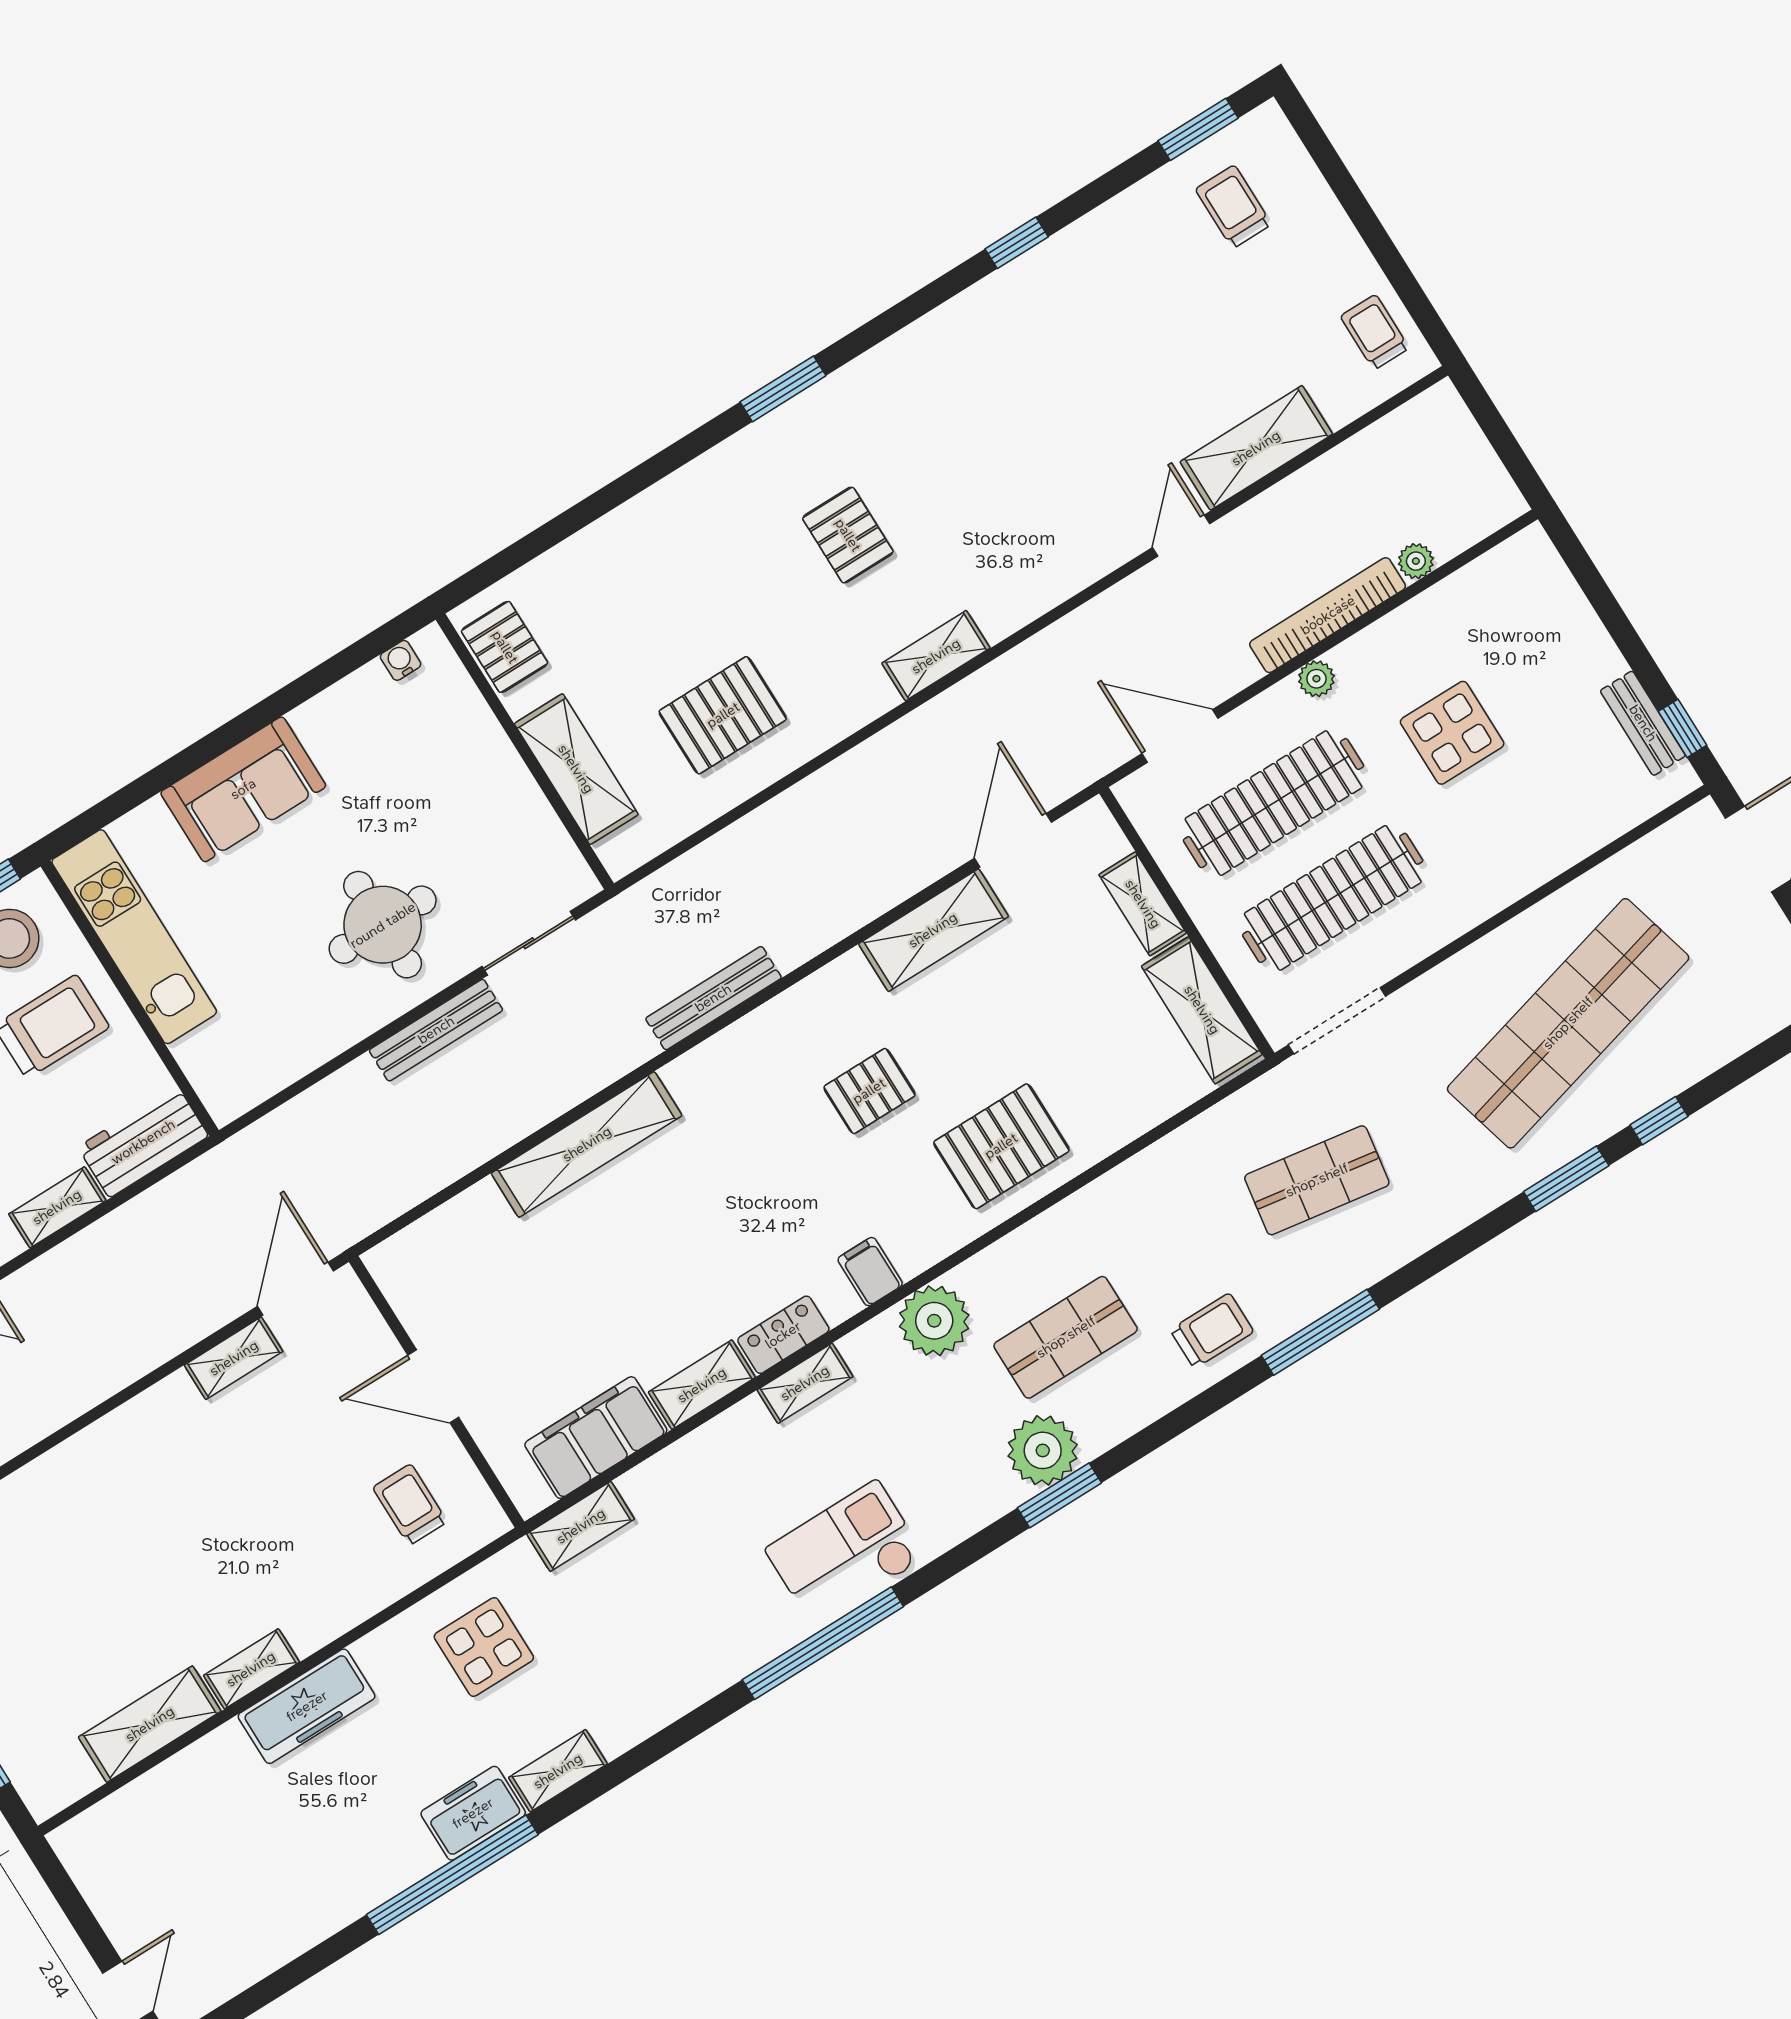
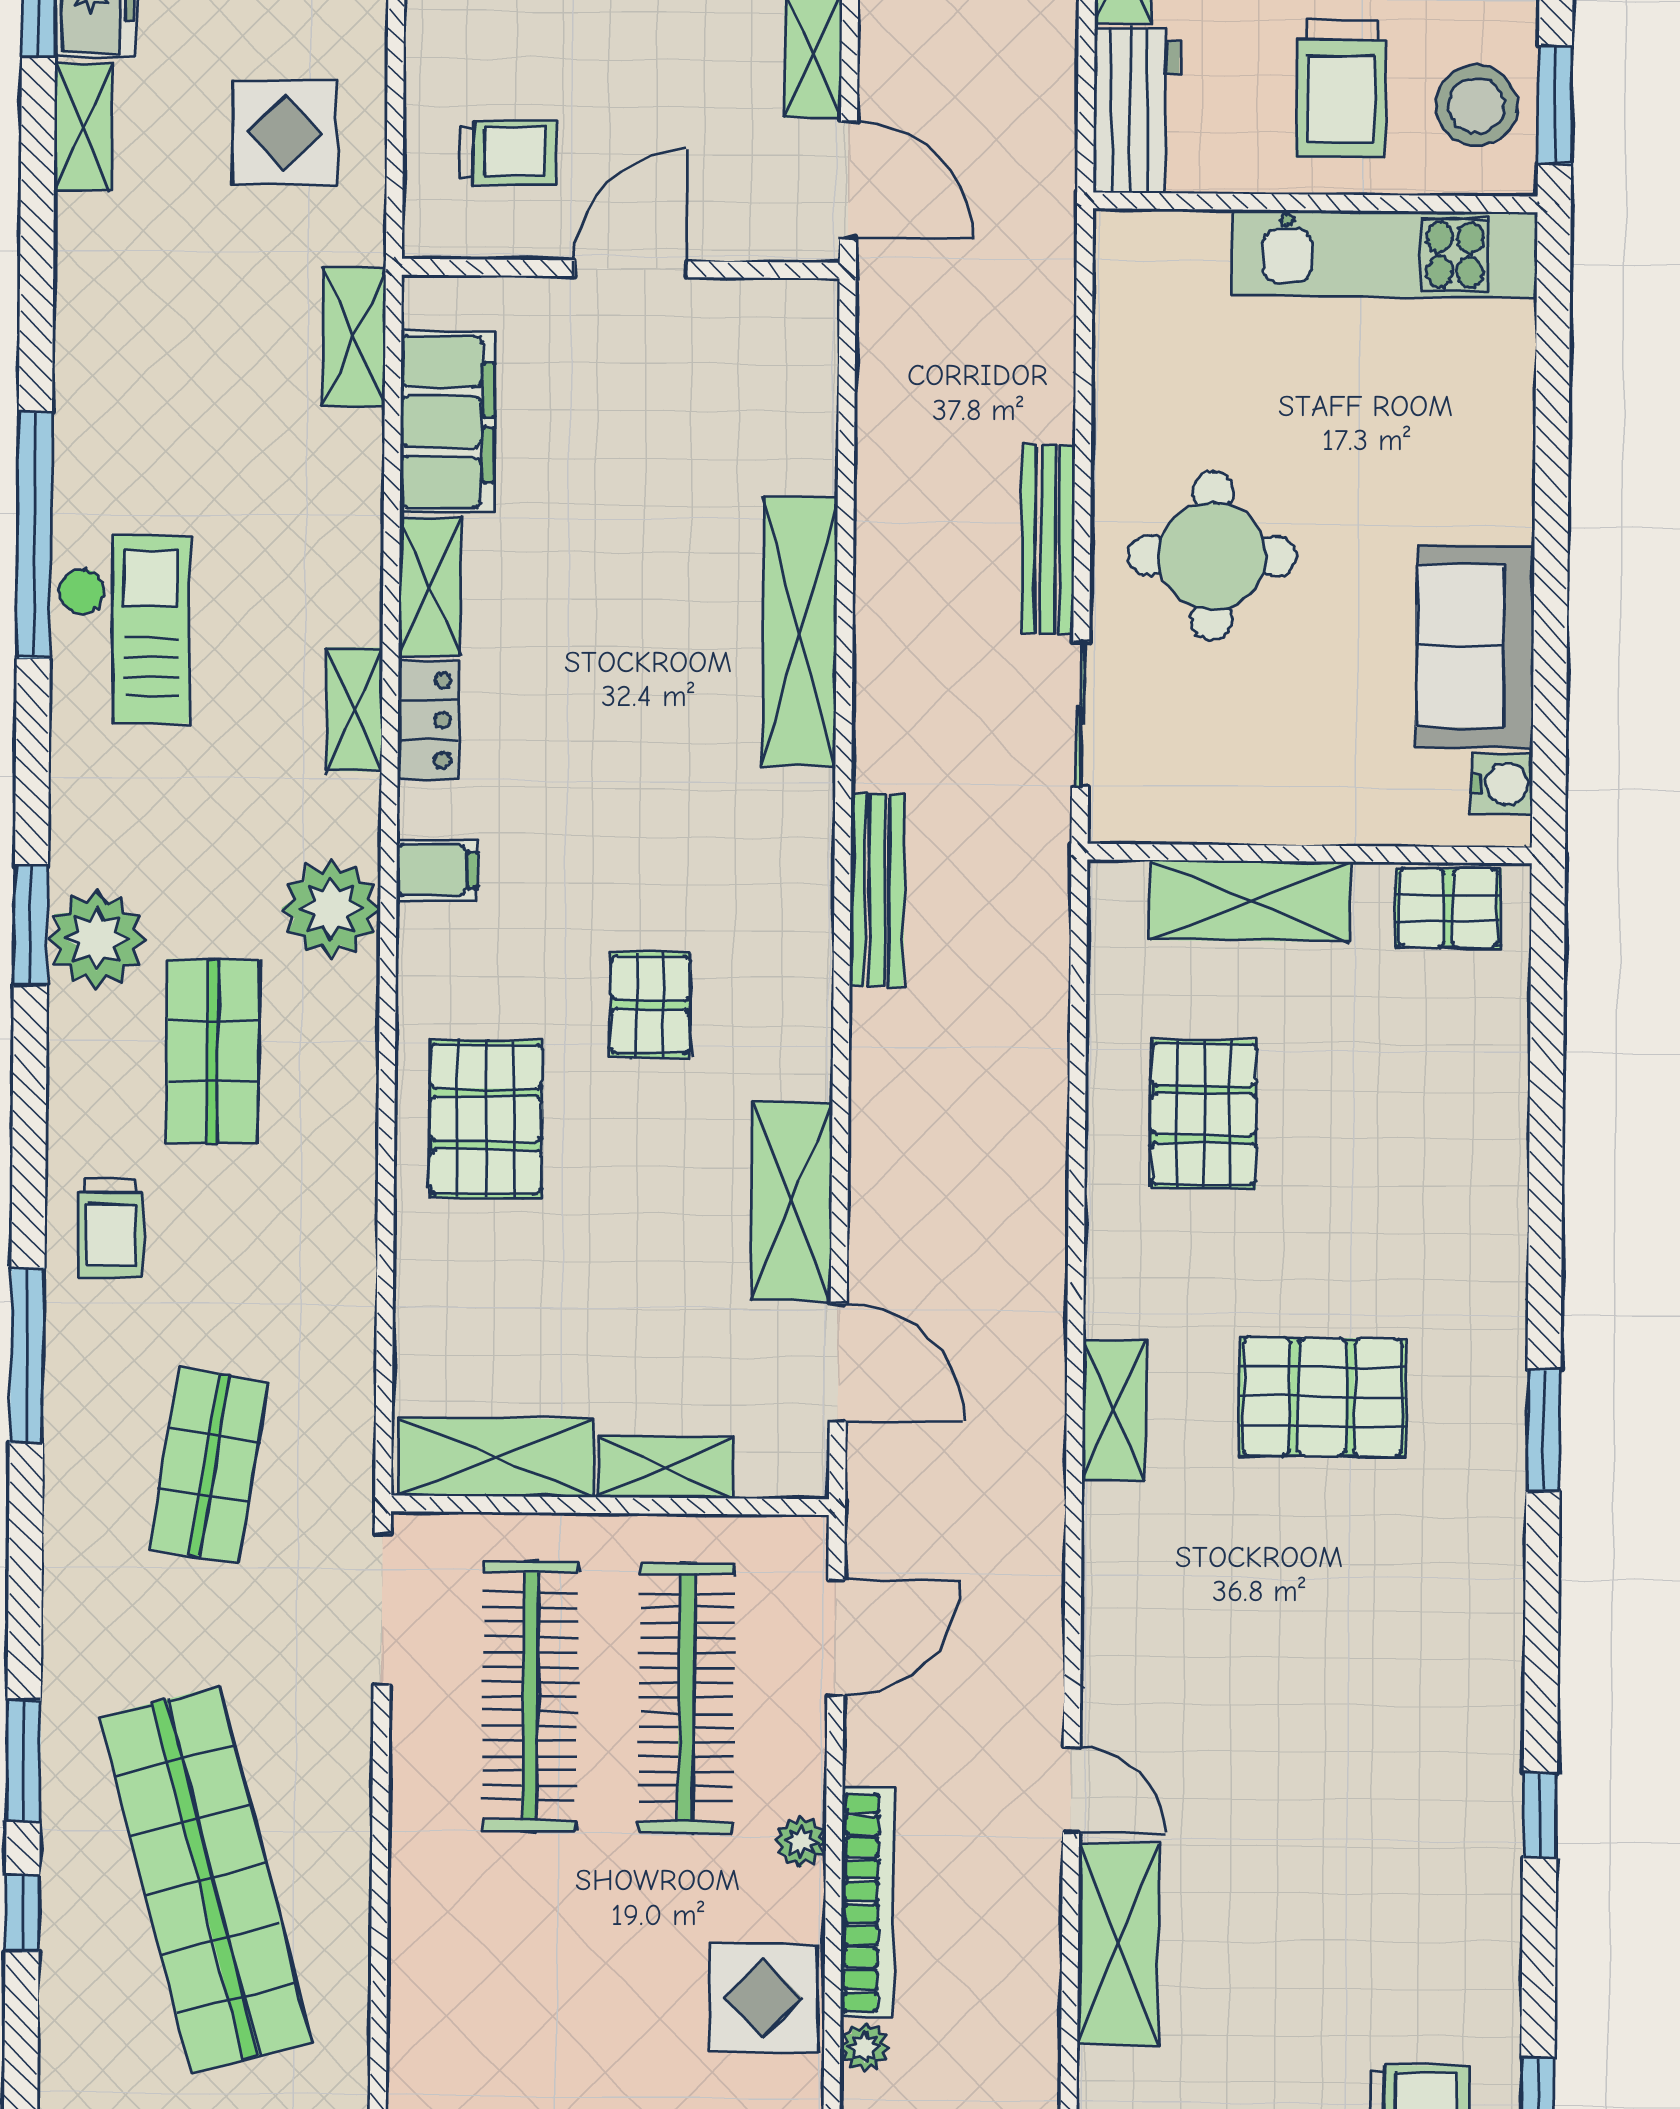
pallet: (848, 535) -> (1322, 1397), width x1.50, depth x1.42
water cooler: (401, 660) -> (1502, 784), width x1.38, depth x1.38
display table: (1452, 733) -> (764, 1998), moved
sofa: (243, 789) -> (1475, 646), moved

